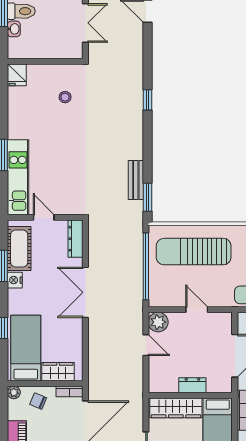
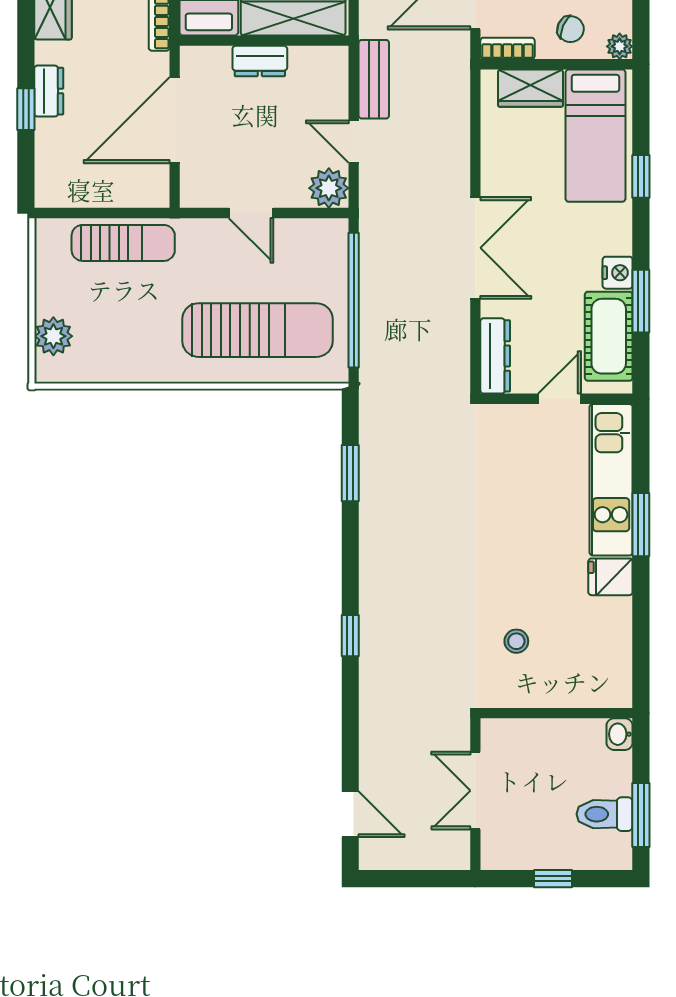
washbasin: (14, 29) -> (620, 734), moved
fridge: (17, 75) -> (610, 577), moved, turned -90
bench: (136, 180) -> (374, 79), moved
window: (147, 197) -> (350, 473), moved
door: (44, 217) -> (559, 399), swing flipped

